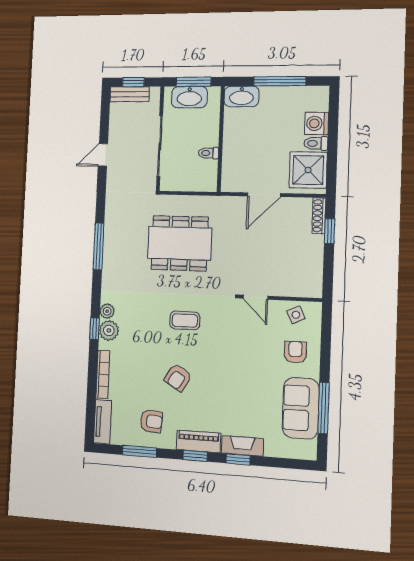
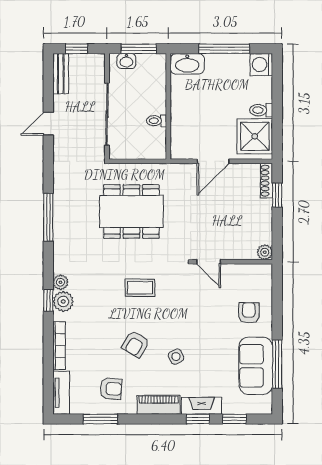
bench: (130, 94) -> (61, 74), moved, turned 90
washbasin: (189, 97) -> (126, 61), width x0.52, depth x0.69
washing machine: (317, 123) -> (261, 65), moved
plant: (314, 290) -> (265, 252), added
side table: (296, 315) -> (176, 357), moved
window: (195, 456) -> (234, 419), moved

